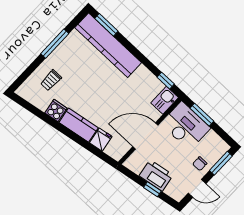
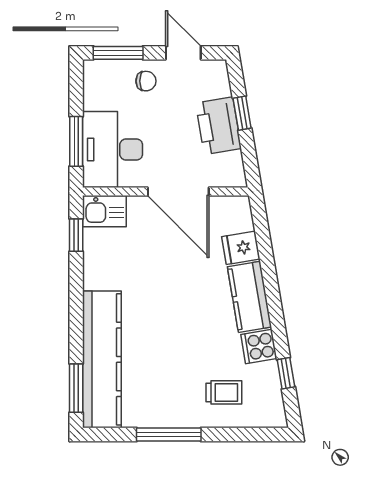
window: (36, 111) -> (286, 373), added

